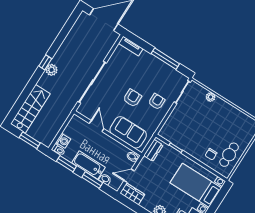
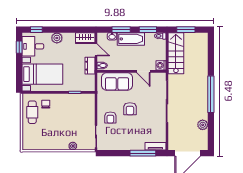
window: (165, 59) -> (143, 153), moved
window: (45, 62) -> (211, 94), width x3.17
plant: (52, 70) -> (203, 125), moved
stairs: (30, 109) -> (176, 53), moved, turned 180
washing machine: (63, 141) -> (161, 65), moved
dresser: (153, 150) -> (90, 66), moved
door: (129, 176) -> (96, 50), hinge flipped

